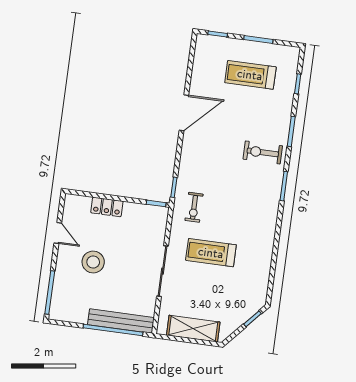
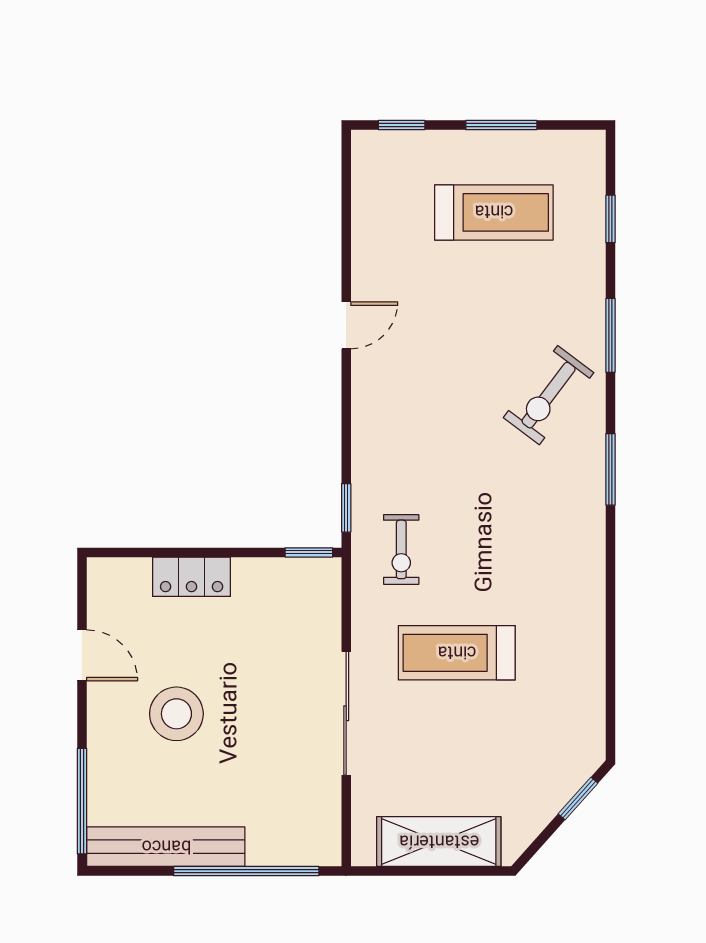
treadmill: (250, 75) -> (494, 212), turned 180
door: (184, 113) -> (346, 325), width x0.53
exercise bike: (263, 152) -> (549, 395), turned -53
bench: (121, 321) -> (166, 847), moved

